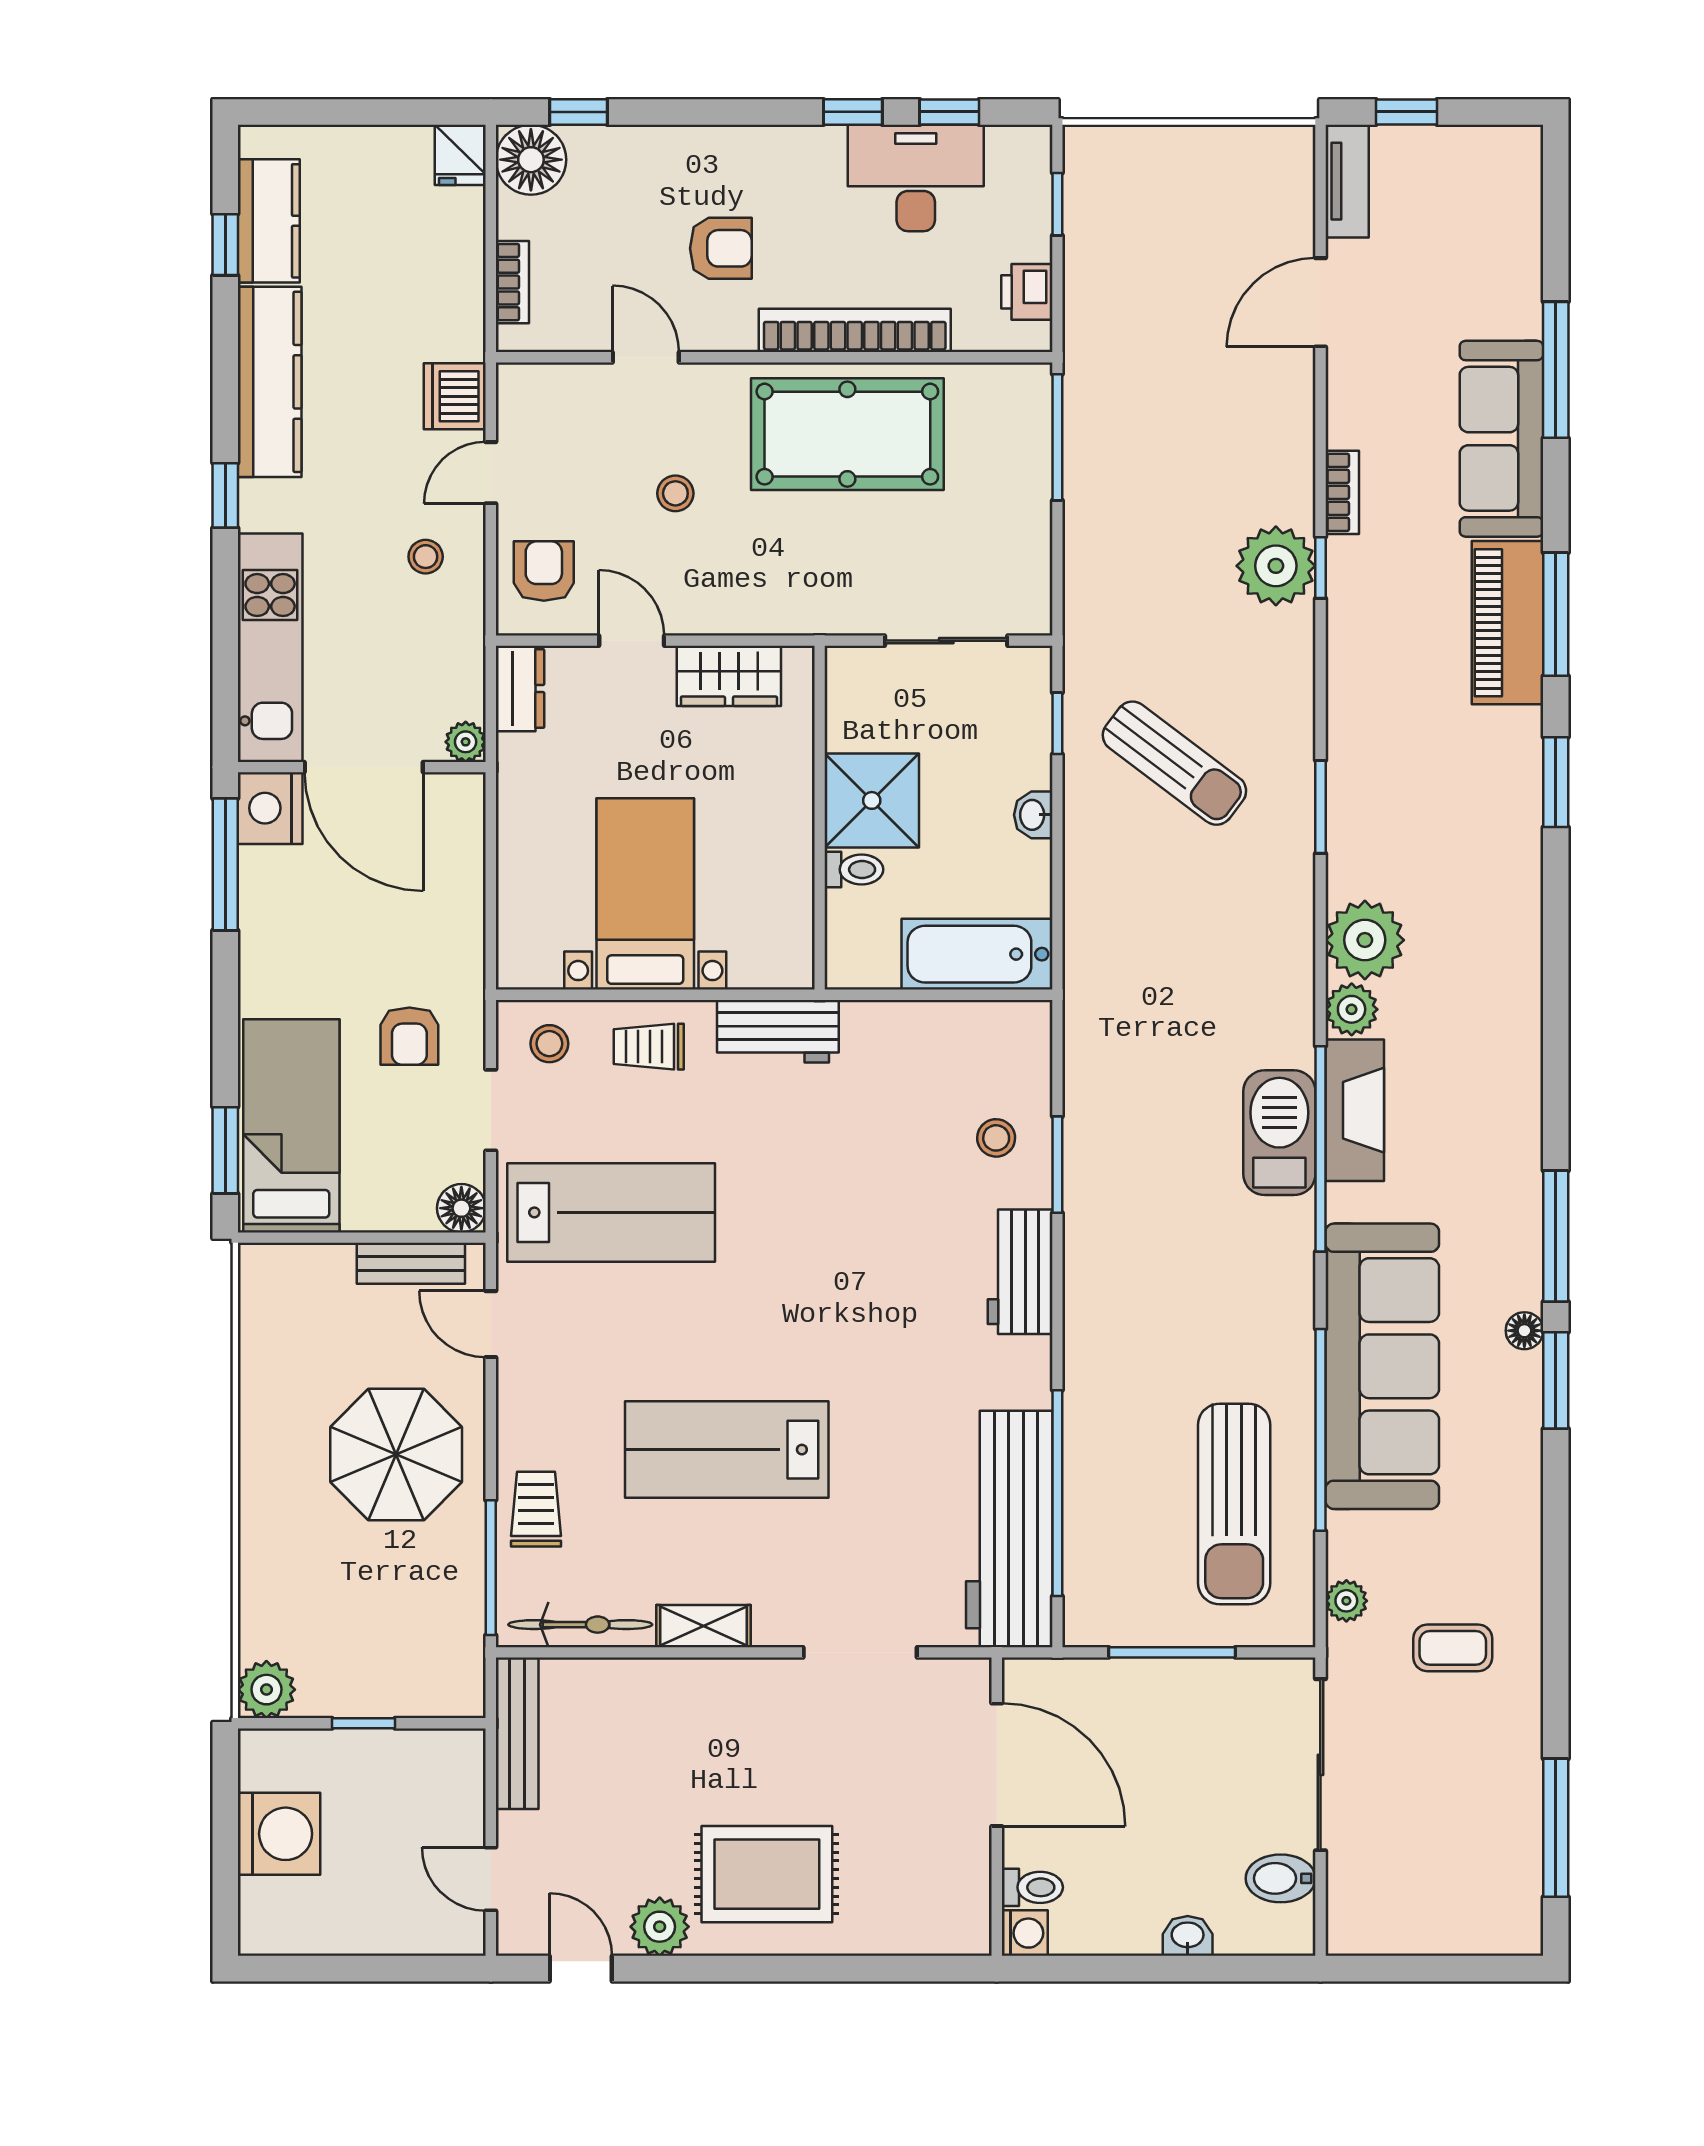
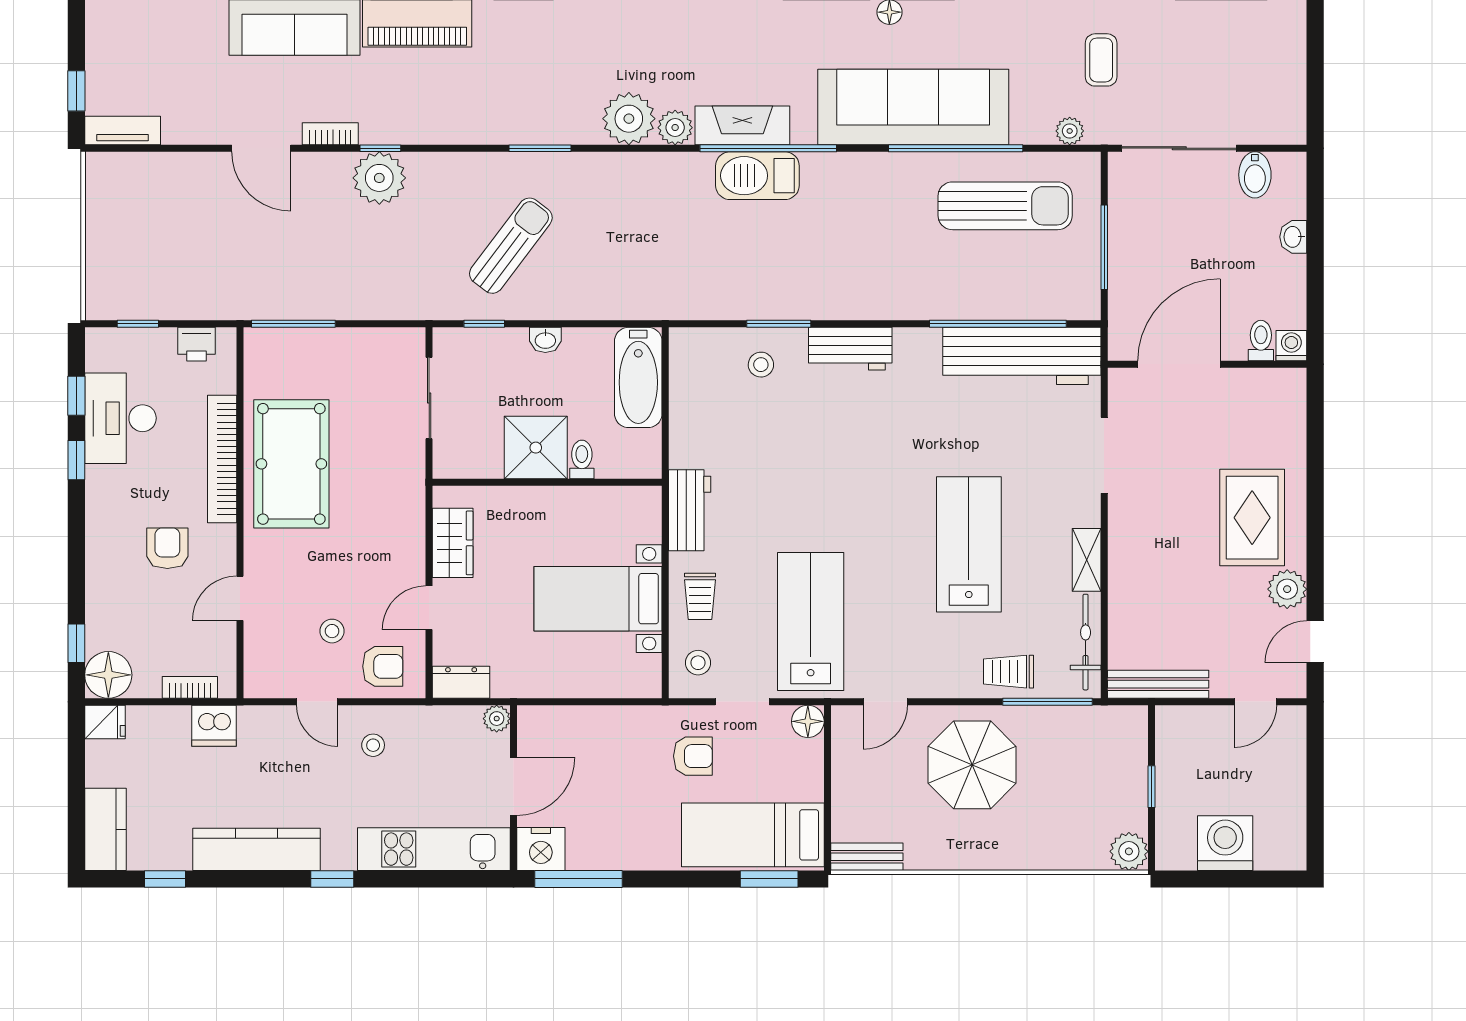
kitchen counter: (269, 221) -> (105, 829), moved, turned 90
door: (1320, 302) -> (261, 148), moved
dishwasher: (455, 396) -> (214, 726), moved
stool: (675, 493) -> (332, 631), moved
armchair: (544, 571) -> (383, 666), turned 180
door: (364, 767) -> (513, 786), width x0.73
bench: (411, 1263) -> (867, 857), moved, turned 90
lab bench: (727, 1450) -> (969, 544), turned 180

